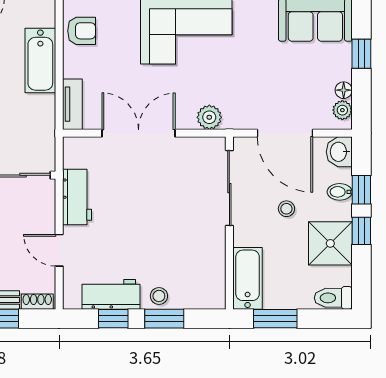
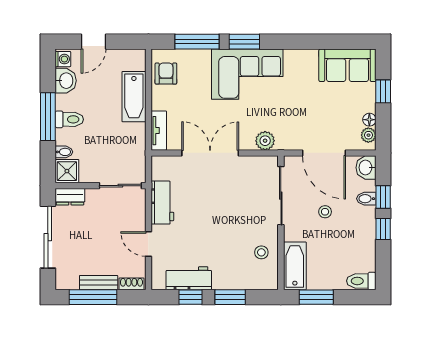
armchair: (82, 31) -> (166, 74), turned -90
shower: (330, 243) -> (359, 239), removed
stool: (159, 296) -> (261, 252), moved

